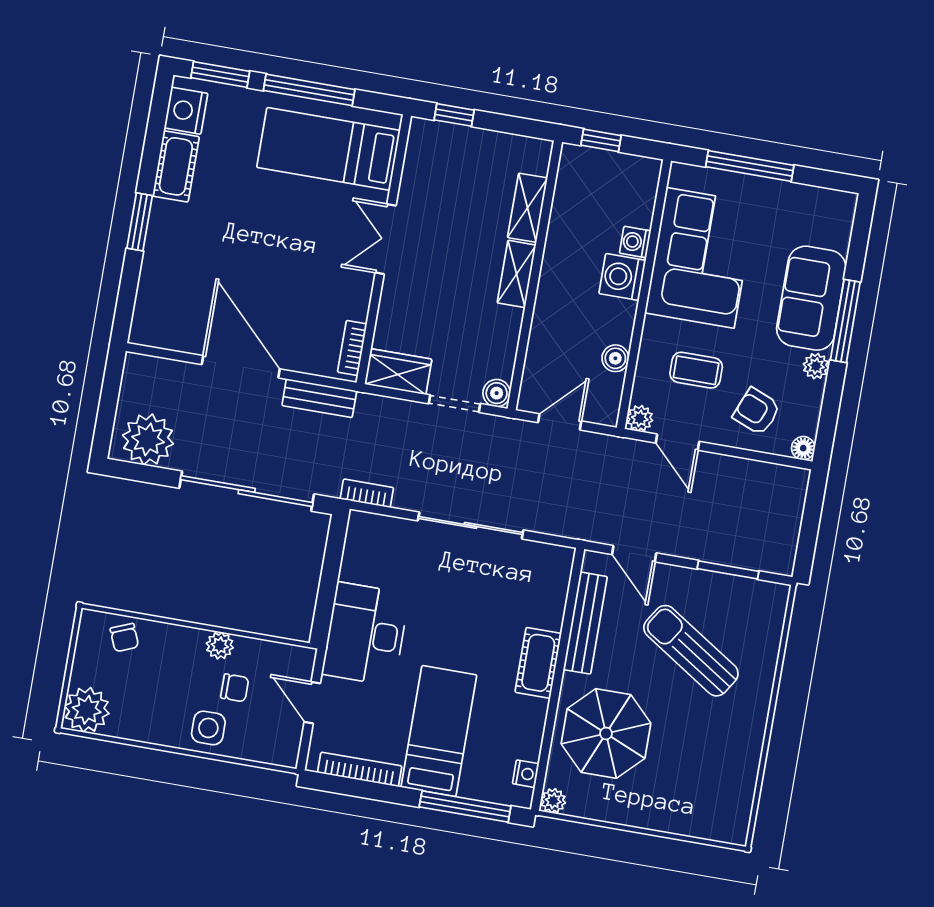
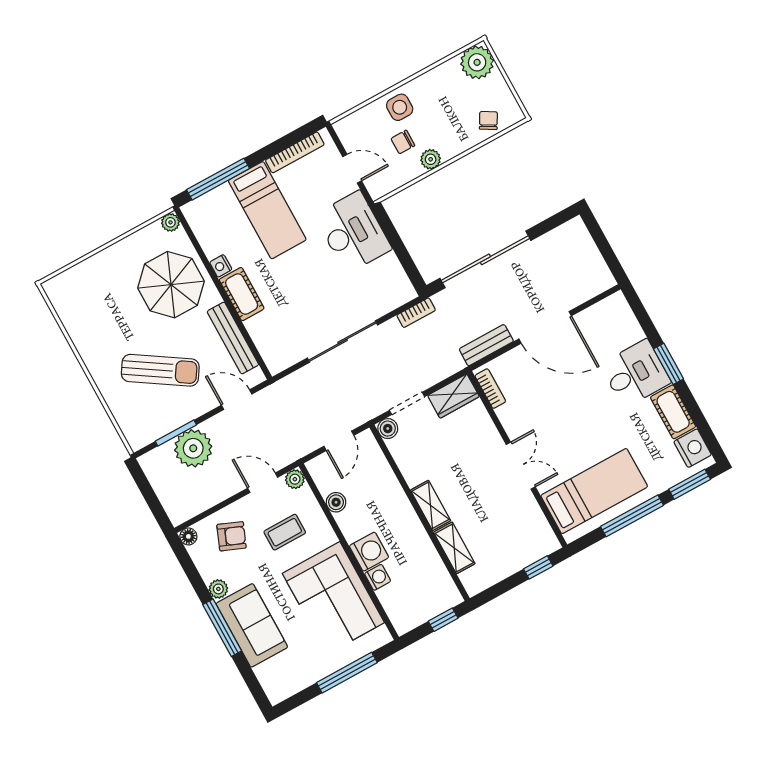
desk: (183, 240) -> (635, 373), added
plant: (148, 439) -> (193, 448), moved
chair: (124, 638) -> (488, 120), turned 52
nightstand: (526, 774) -> (221, 266), moved

